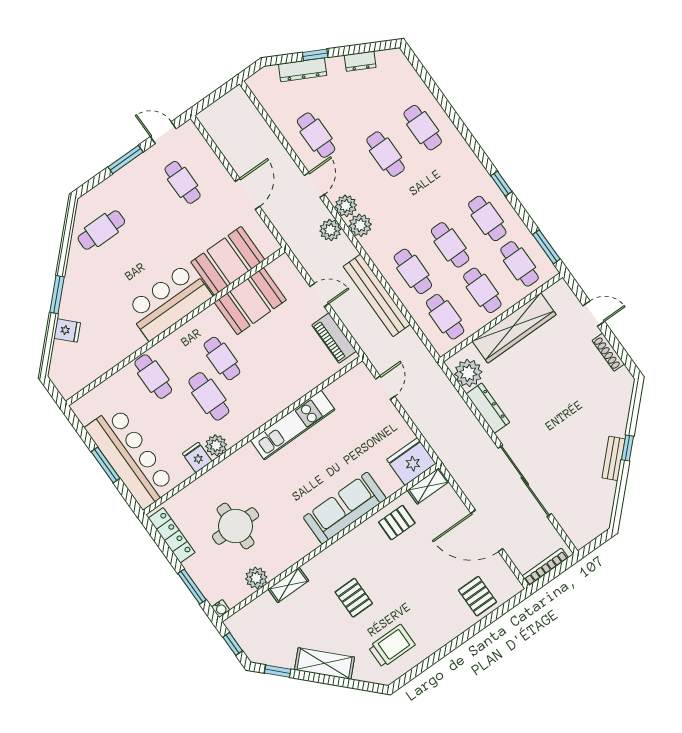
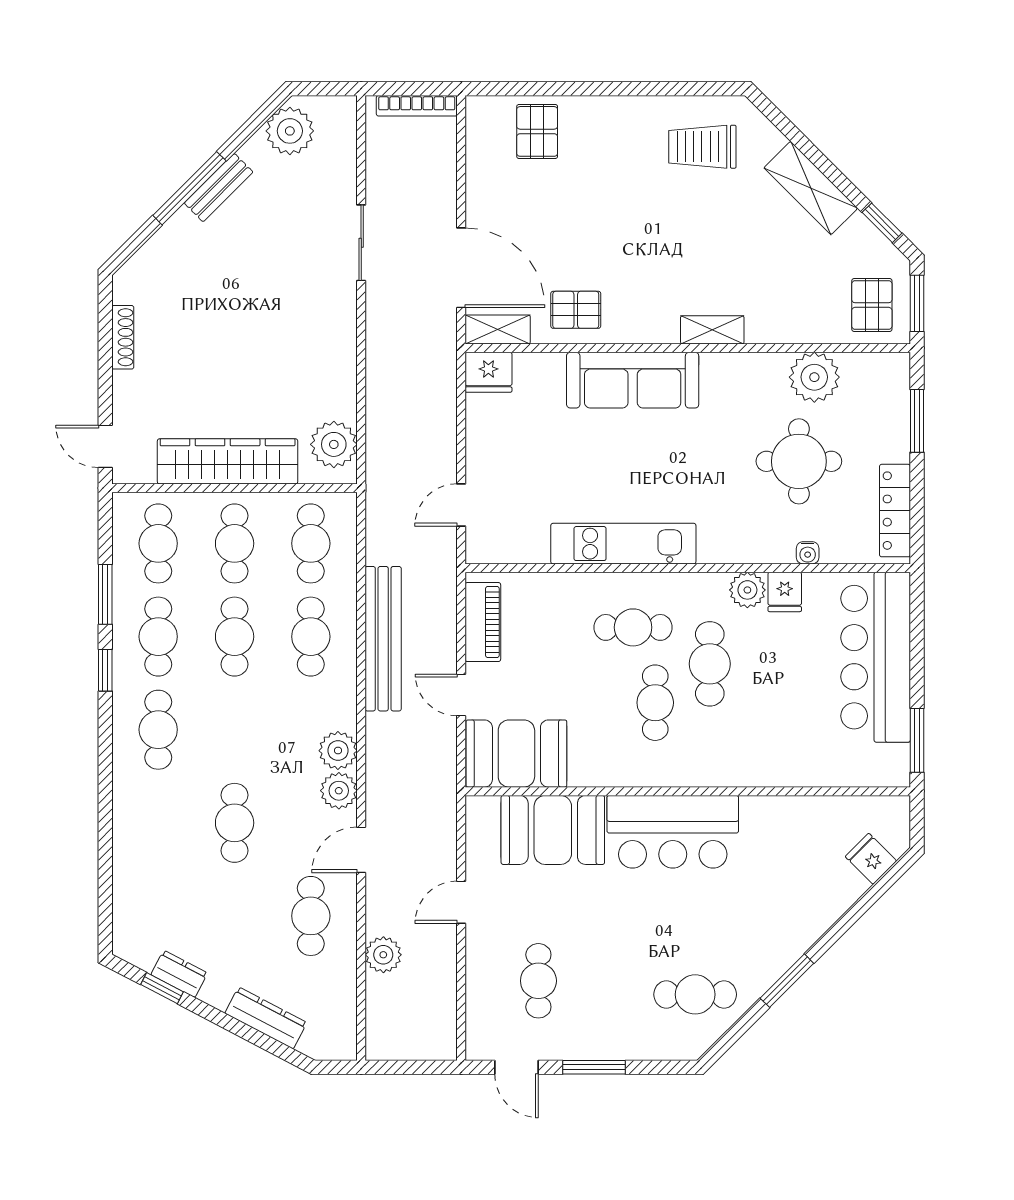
window: (315, 55) -> (162, 988), moved
cafe table: (423, 128) -> (158, 730), moved
door: (247, 194) -> (461, 902), width x0.73
plant: (330, 230) -> (383, 955), moved
window: (546, 247) -> (105, 594), moved
window: (57, 295) -> (787, 981), moved
booth: (250, 301) -> (516, 754), moved
door: (594, 314) -> (105, 446), moved
fridge: (67, 330) -> (871, 859), moved
cafe table: (153, 377) -> (633, 627), moved, turned 90
dresser: (488, 408) -> (341, 378), removed
window: (627, 448) -> (189, 188), width x2.17
fridge: (411, 461) -> (488, 372), width x0.73, depth x0.75
window: (105, 465) -> (917, 740), moved
sliding door: (525, 481) -> (361, 243), width x0.54
plant: (598, 511) -> (290, 131), added
door: (487, 531) -> (461, 268), moved
plant: (256, 578) -> (814, 377), width x1.36, depth x1.36
shelving: (288, 585) -> (712, 330), moved
pallet: (354, 598) -> (872, 305), moved
water cooler: (221, 609) -> (808, 553), moved, turned 180
window: (233, 644) -> (917, 303), width x1.50

